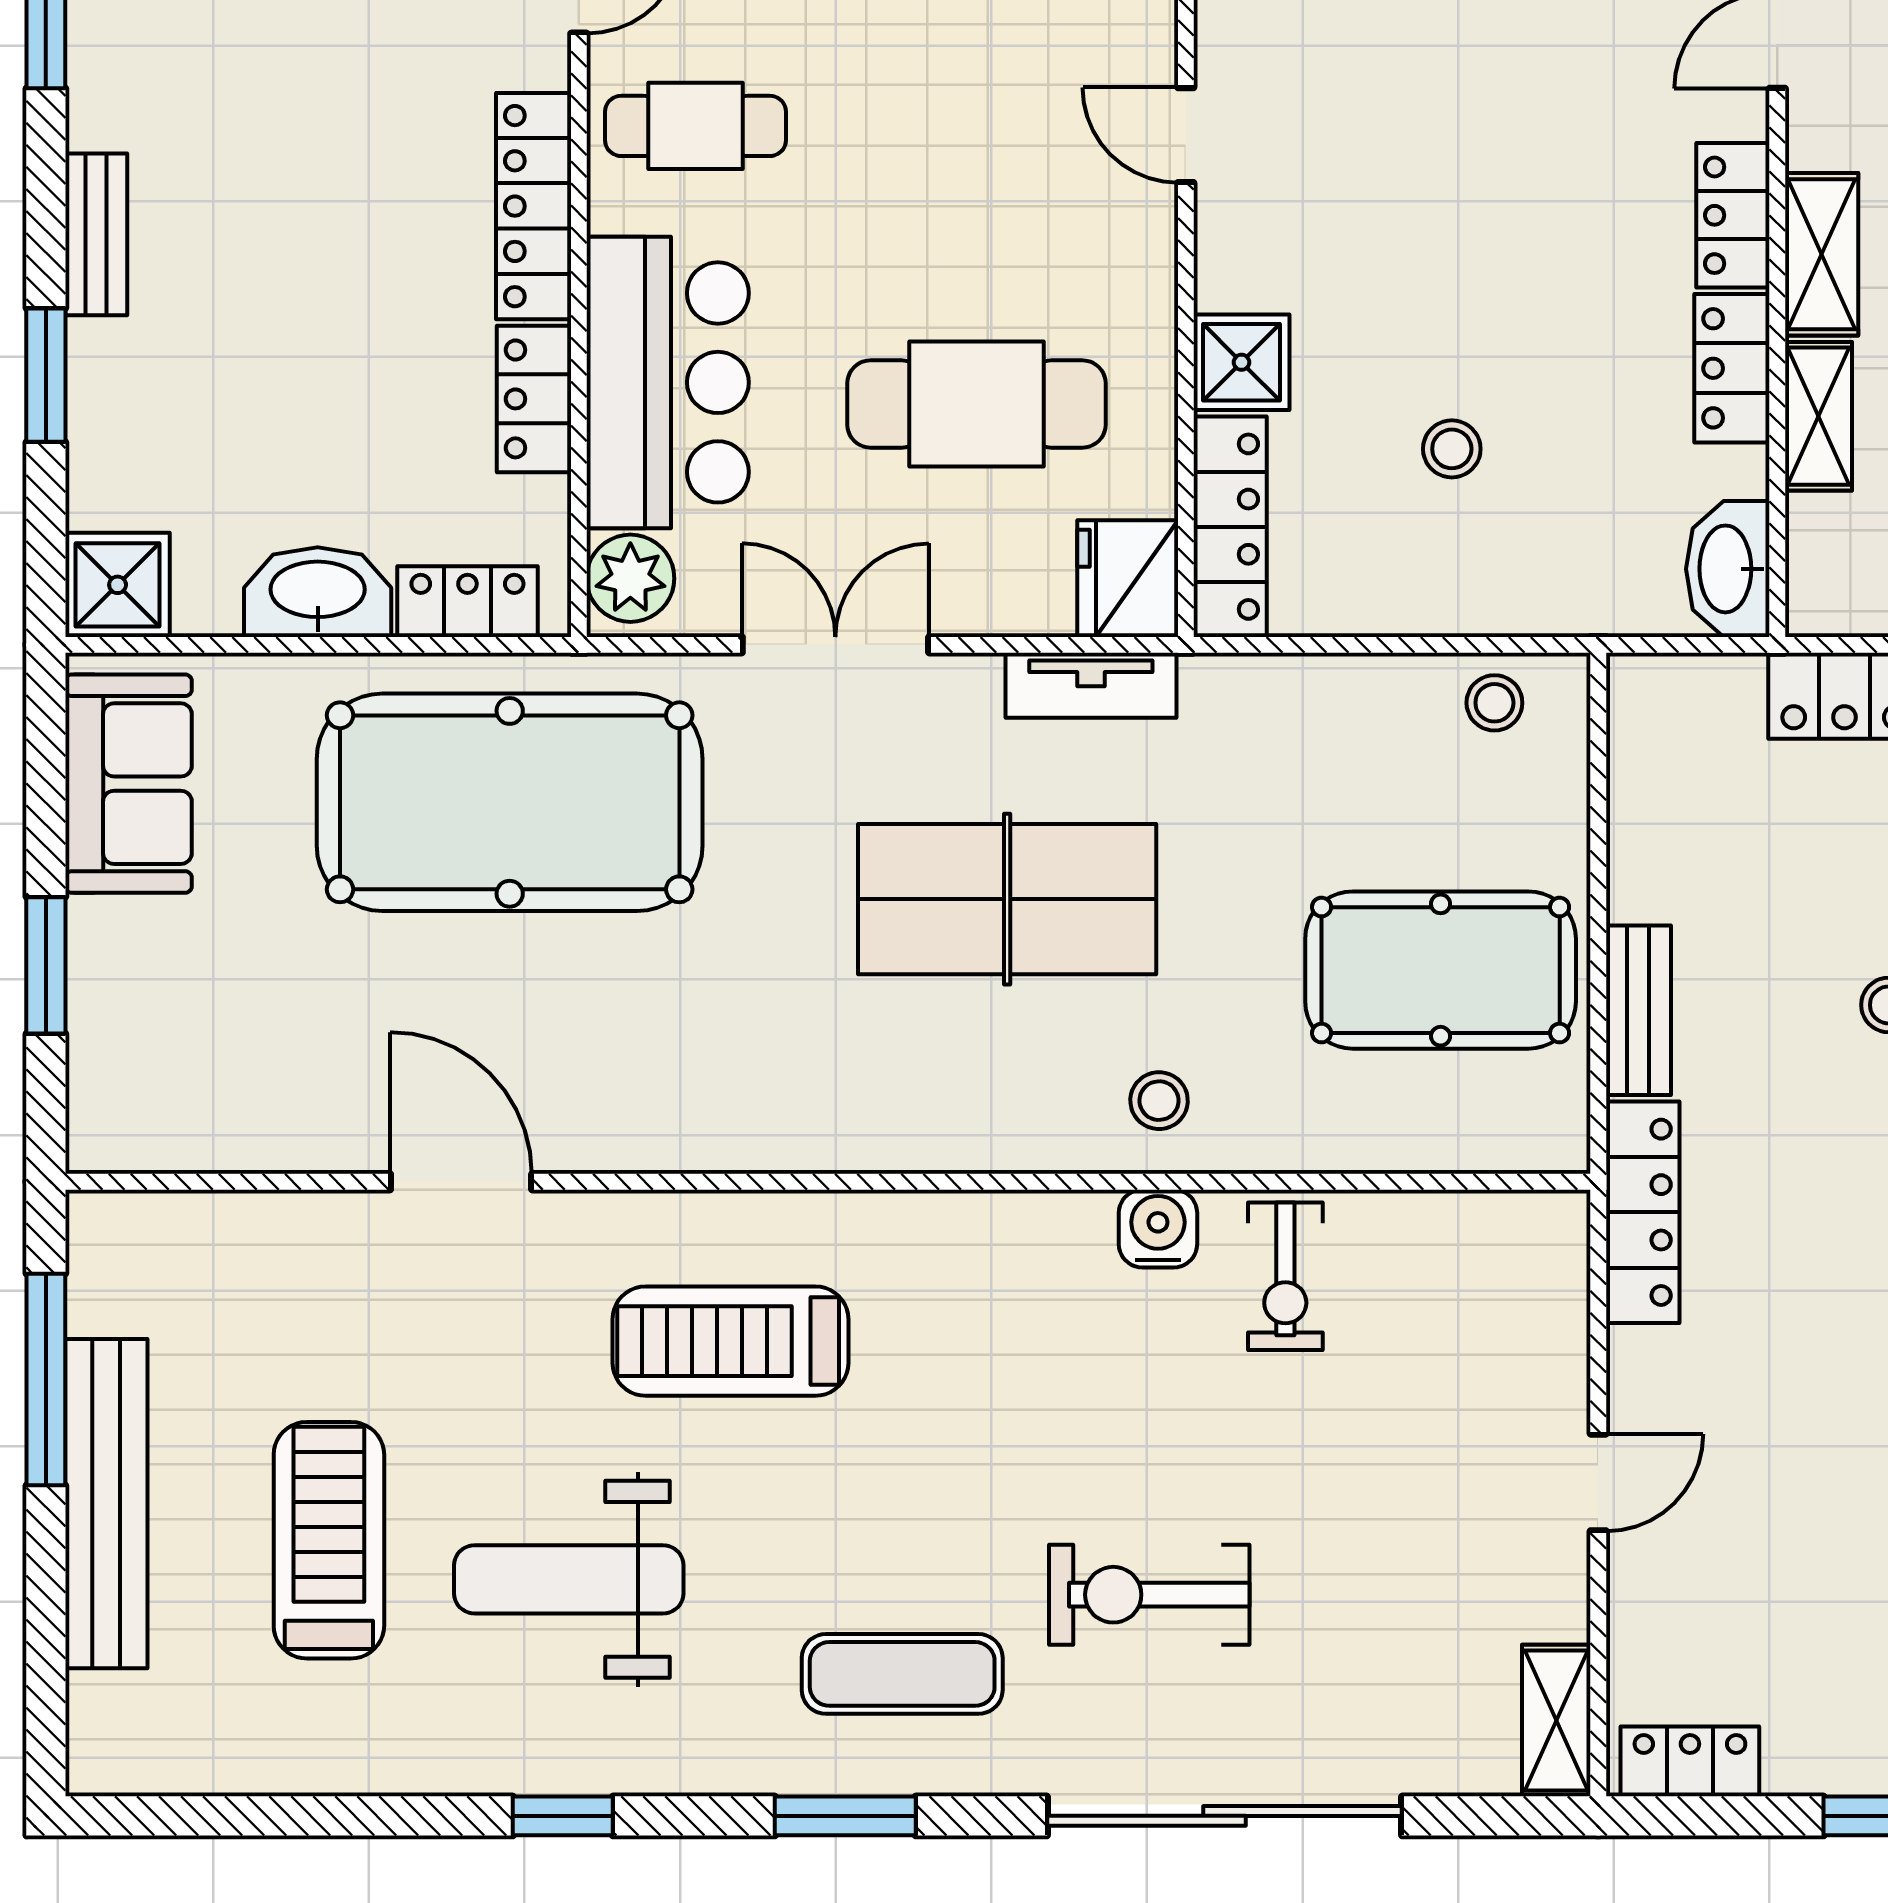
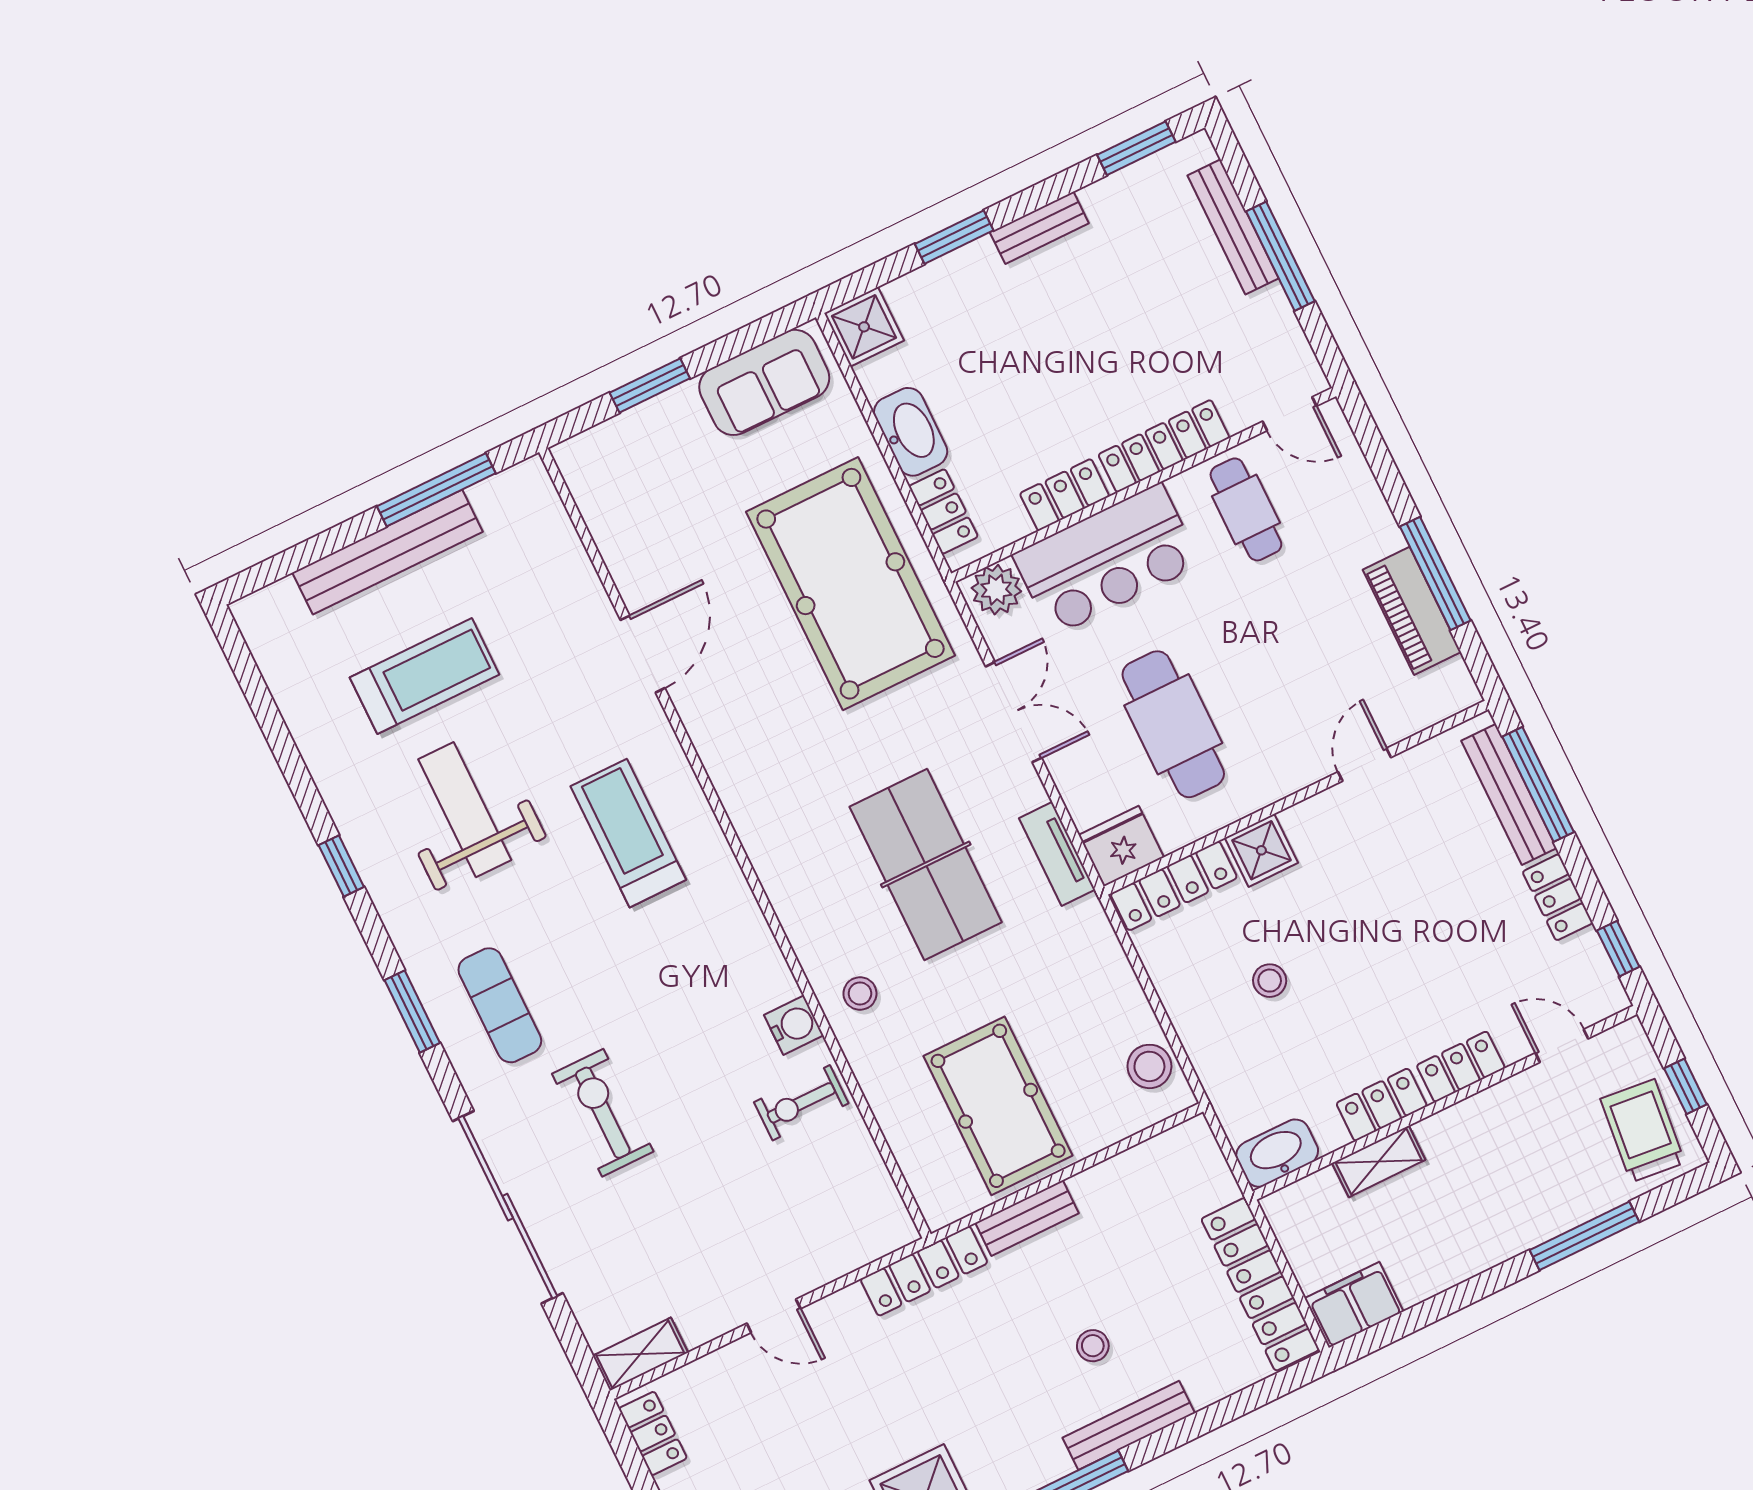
shelving: (1822, 254) -> (1463, 1122), removed
stool: (1494, 703) -> (1149, 1066), width x1.37, depth x1.37

